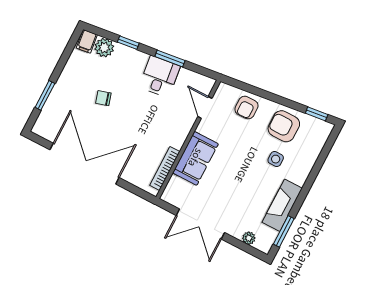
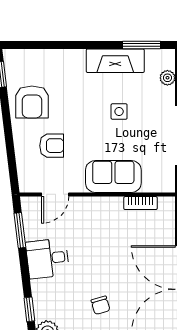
window: (170, 58) -> (20, 230), moved
armchair: (246, 108) -> (52, 146), moved
side table: (276, 159) -> (119, 111), moved
bookcase: (165, 168) -> (140, 203), width x0.64

